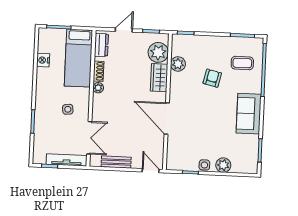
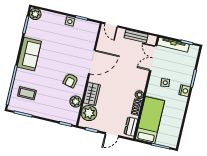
nightstand: (43, 60) -> (185, 91), moved
armchair: (212, 78) -> (71, 81), moved
door: (167, 119) -> (92, 62), hinge flipped
plant: (223, 165) -> (35, 14), moved

